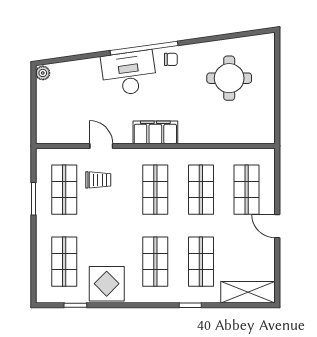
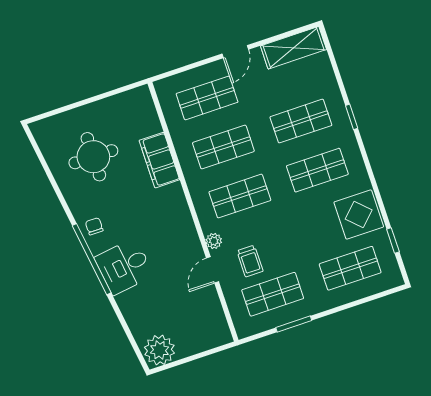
plant: (43, 73) -> (159, 350), width x1.88, depth x1.88
desk: (129, 73) -> (124, 266), width x0.73
filing cabinet: (155, 132) -> (159, 160), moved
plant: (125, 155) -> (214, 241), added
trolley: (98, 180) -> (250, 261), turned 180
shelving: (248, 292) -> (293, 48), moved, turned 90

